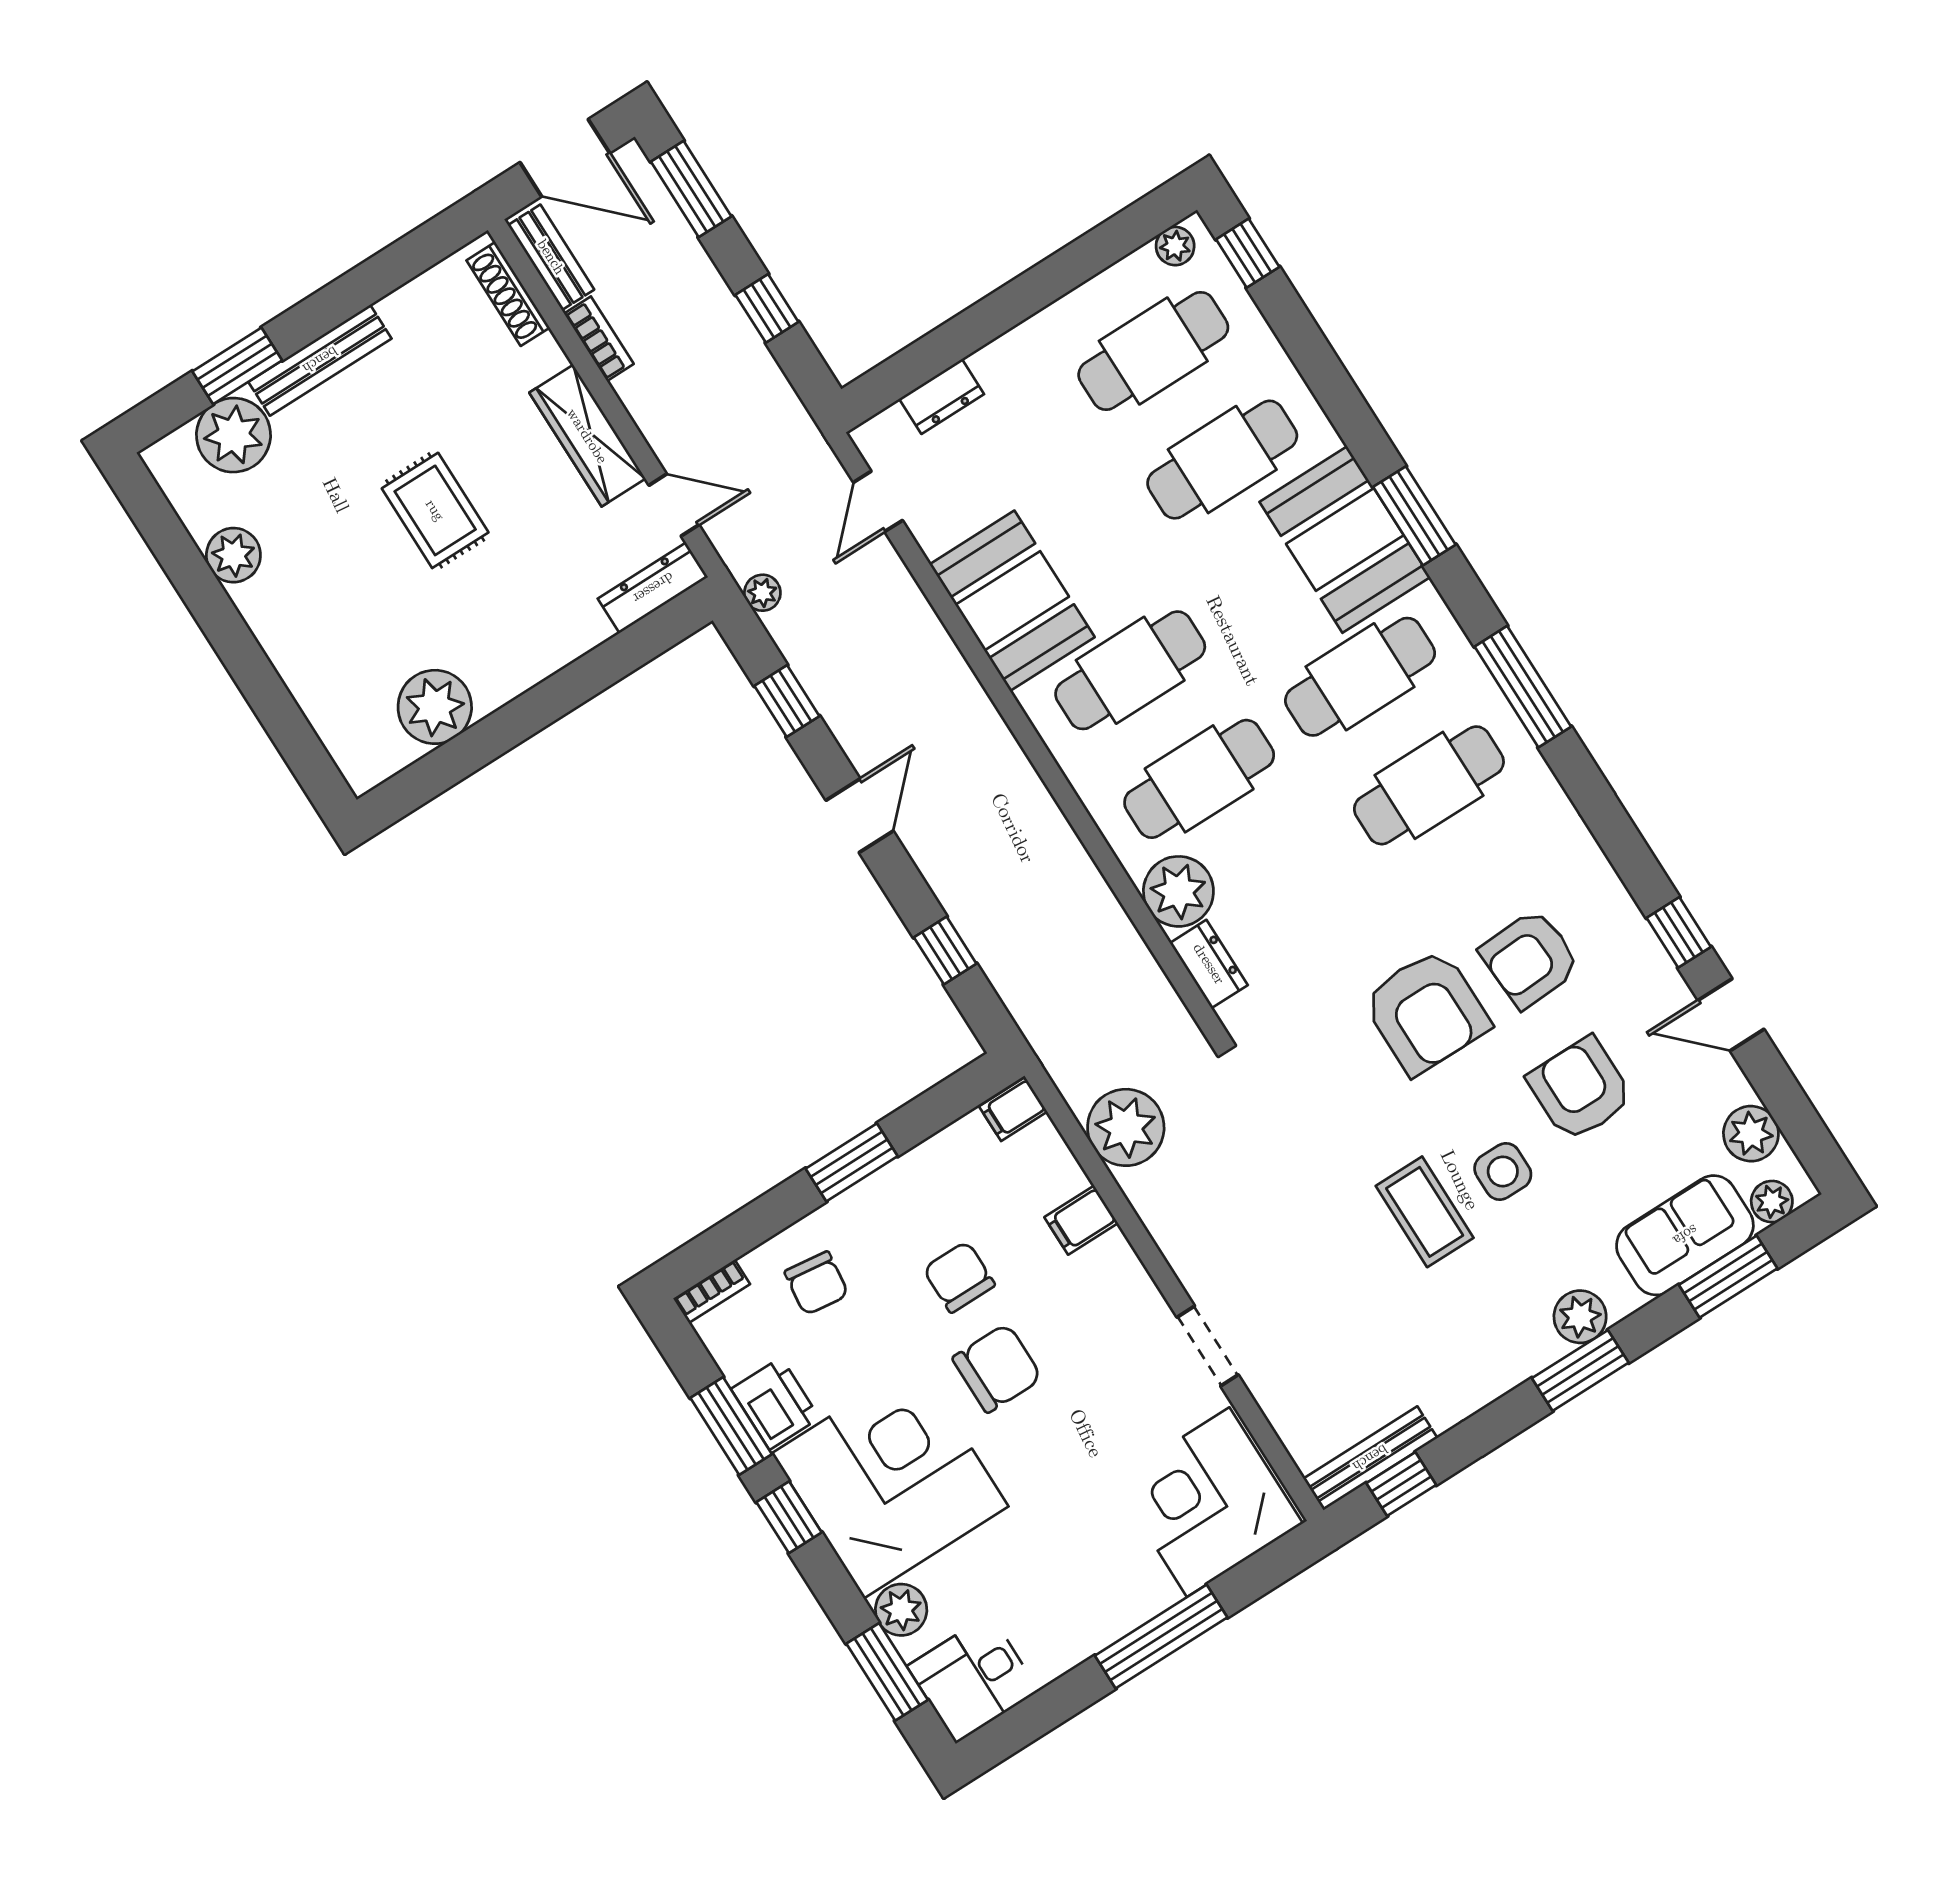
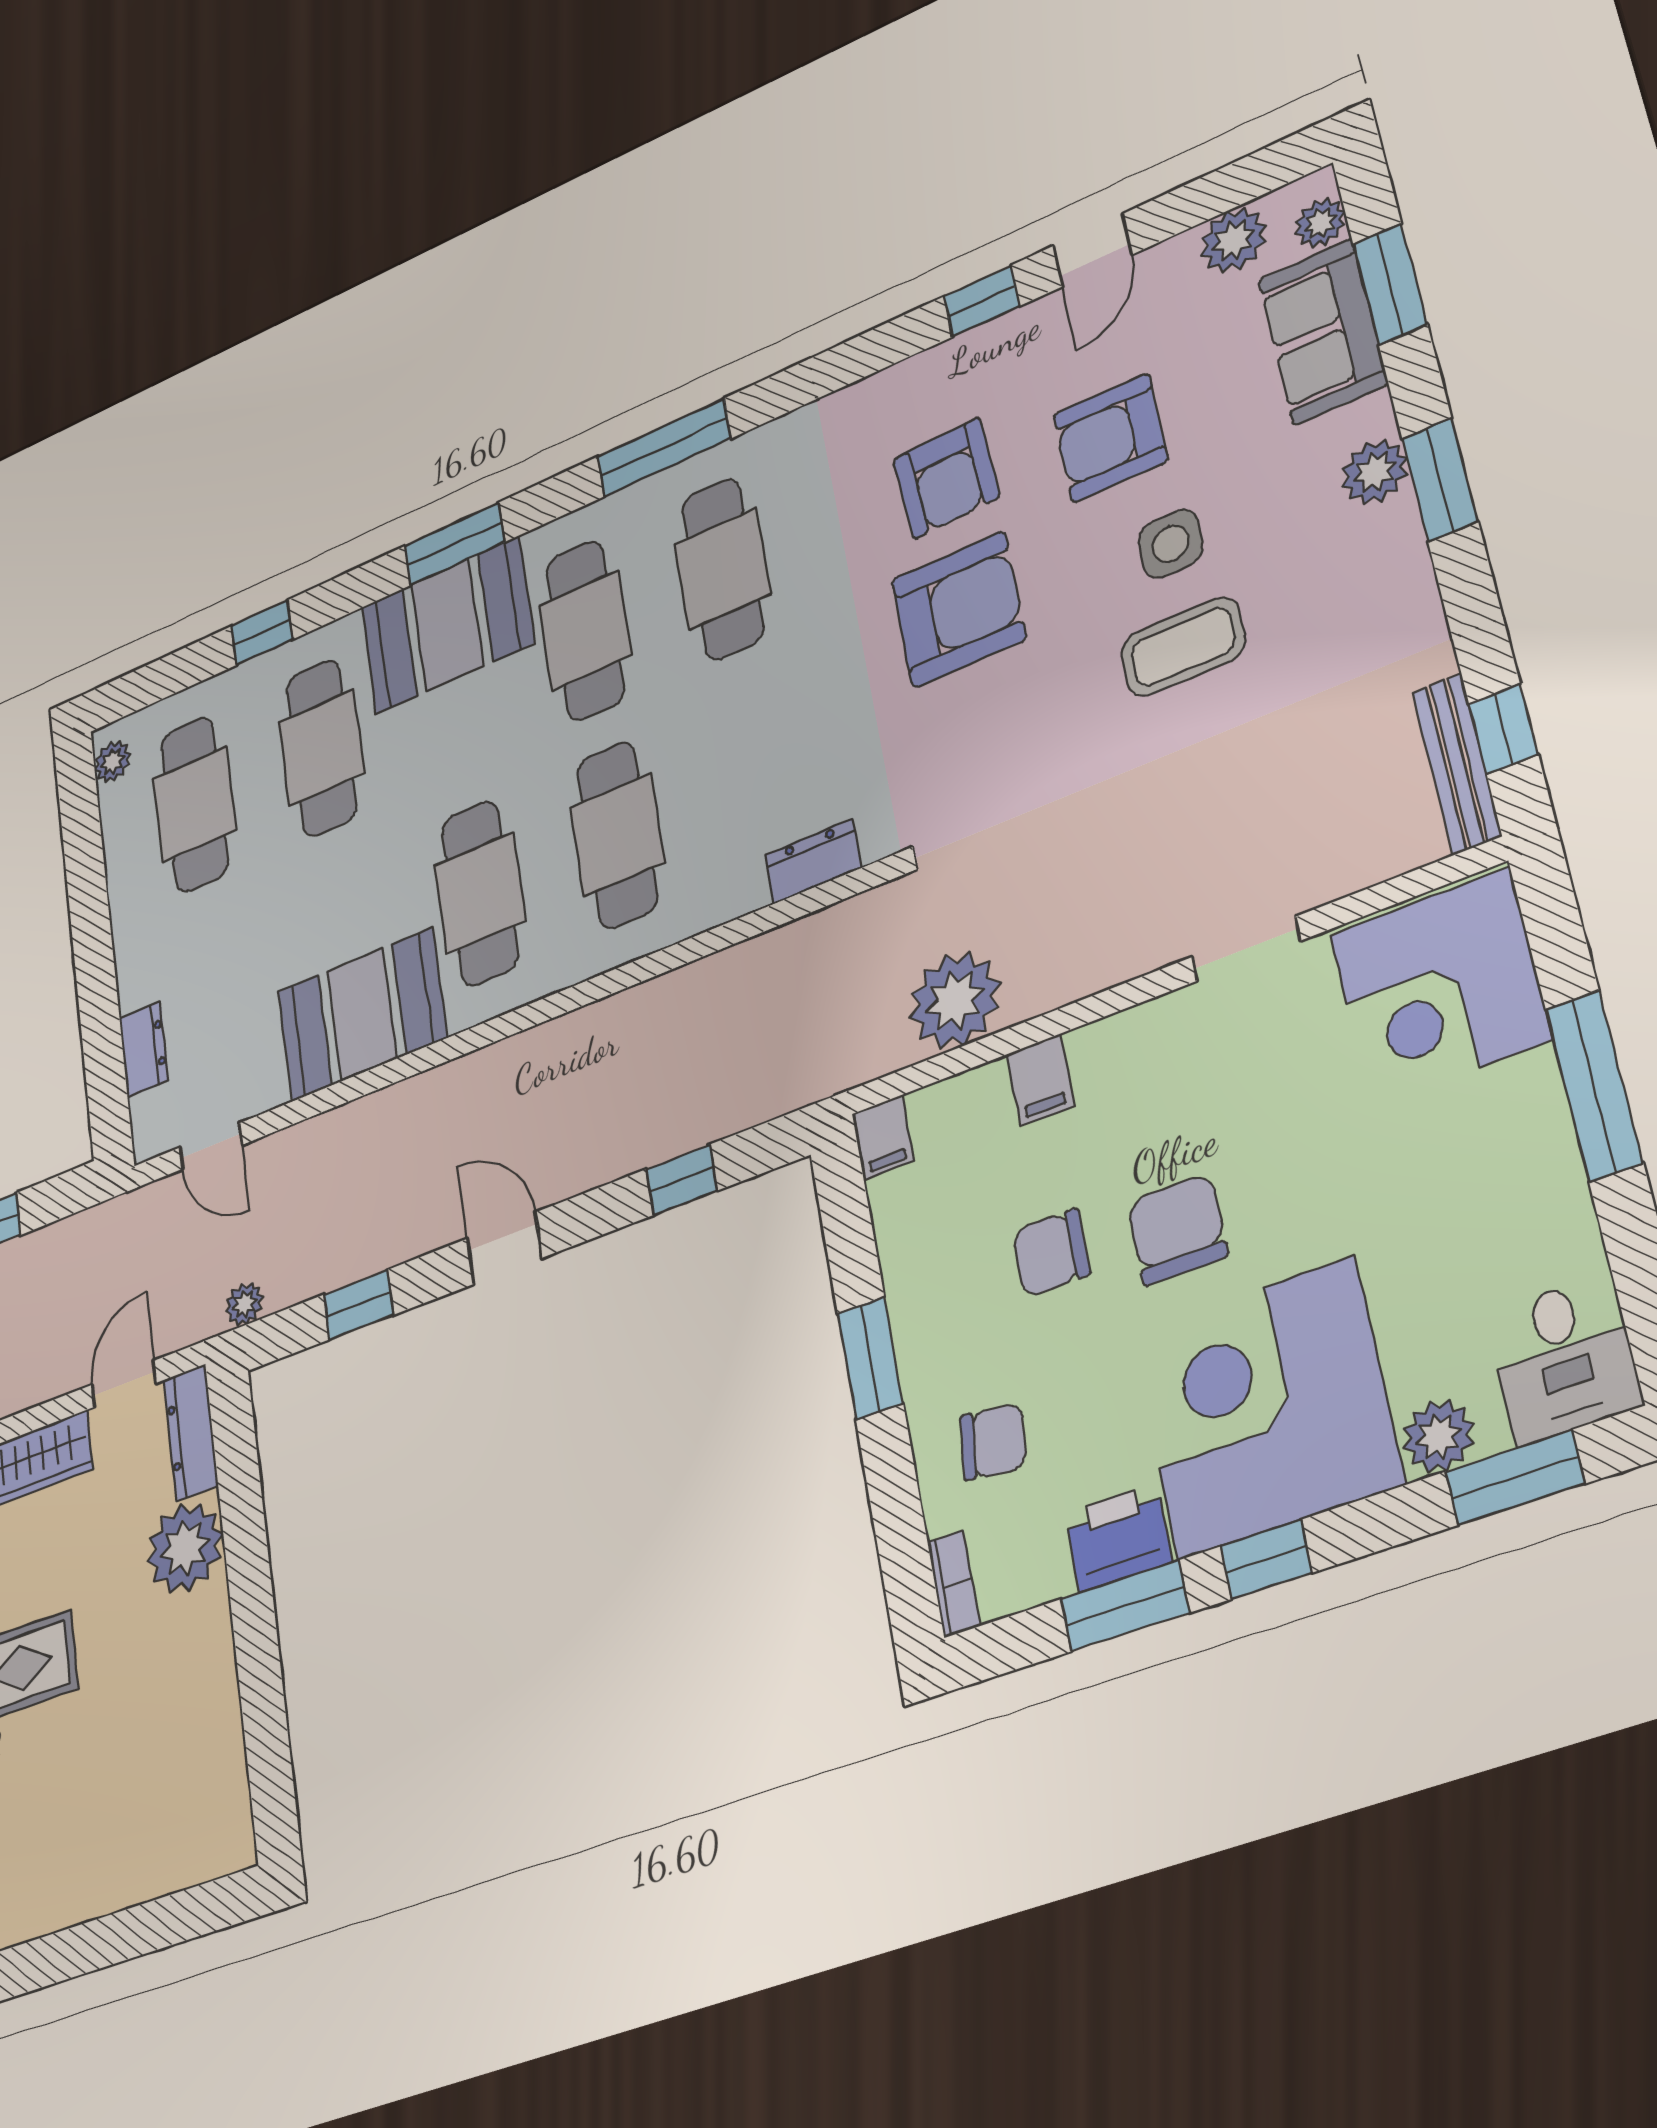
window: (1248, 253) -> (262, 633), moved
plant: (435, 707) -> (185, 1548), moved
plant: (1178, 891) -> (723, 883), removed

